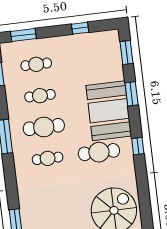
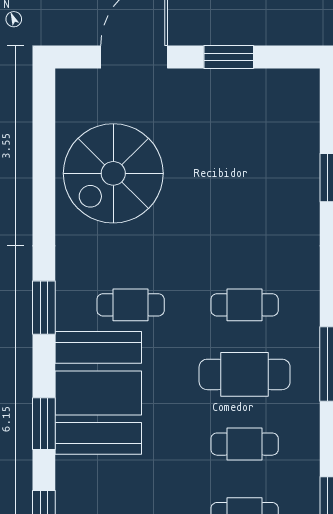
window: (138, 146) -> (44, 308), width x1.50
cafe table: (99, 152) -> (131, 305), width x0.73, depth x0.74

